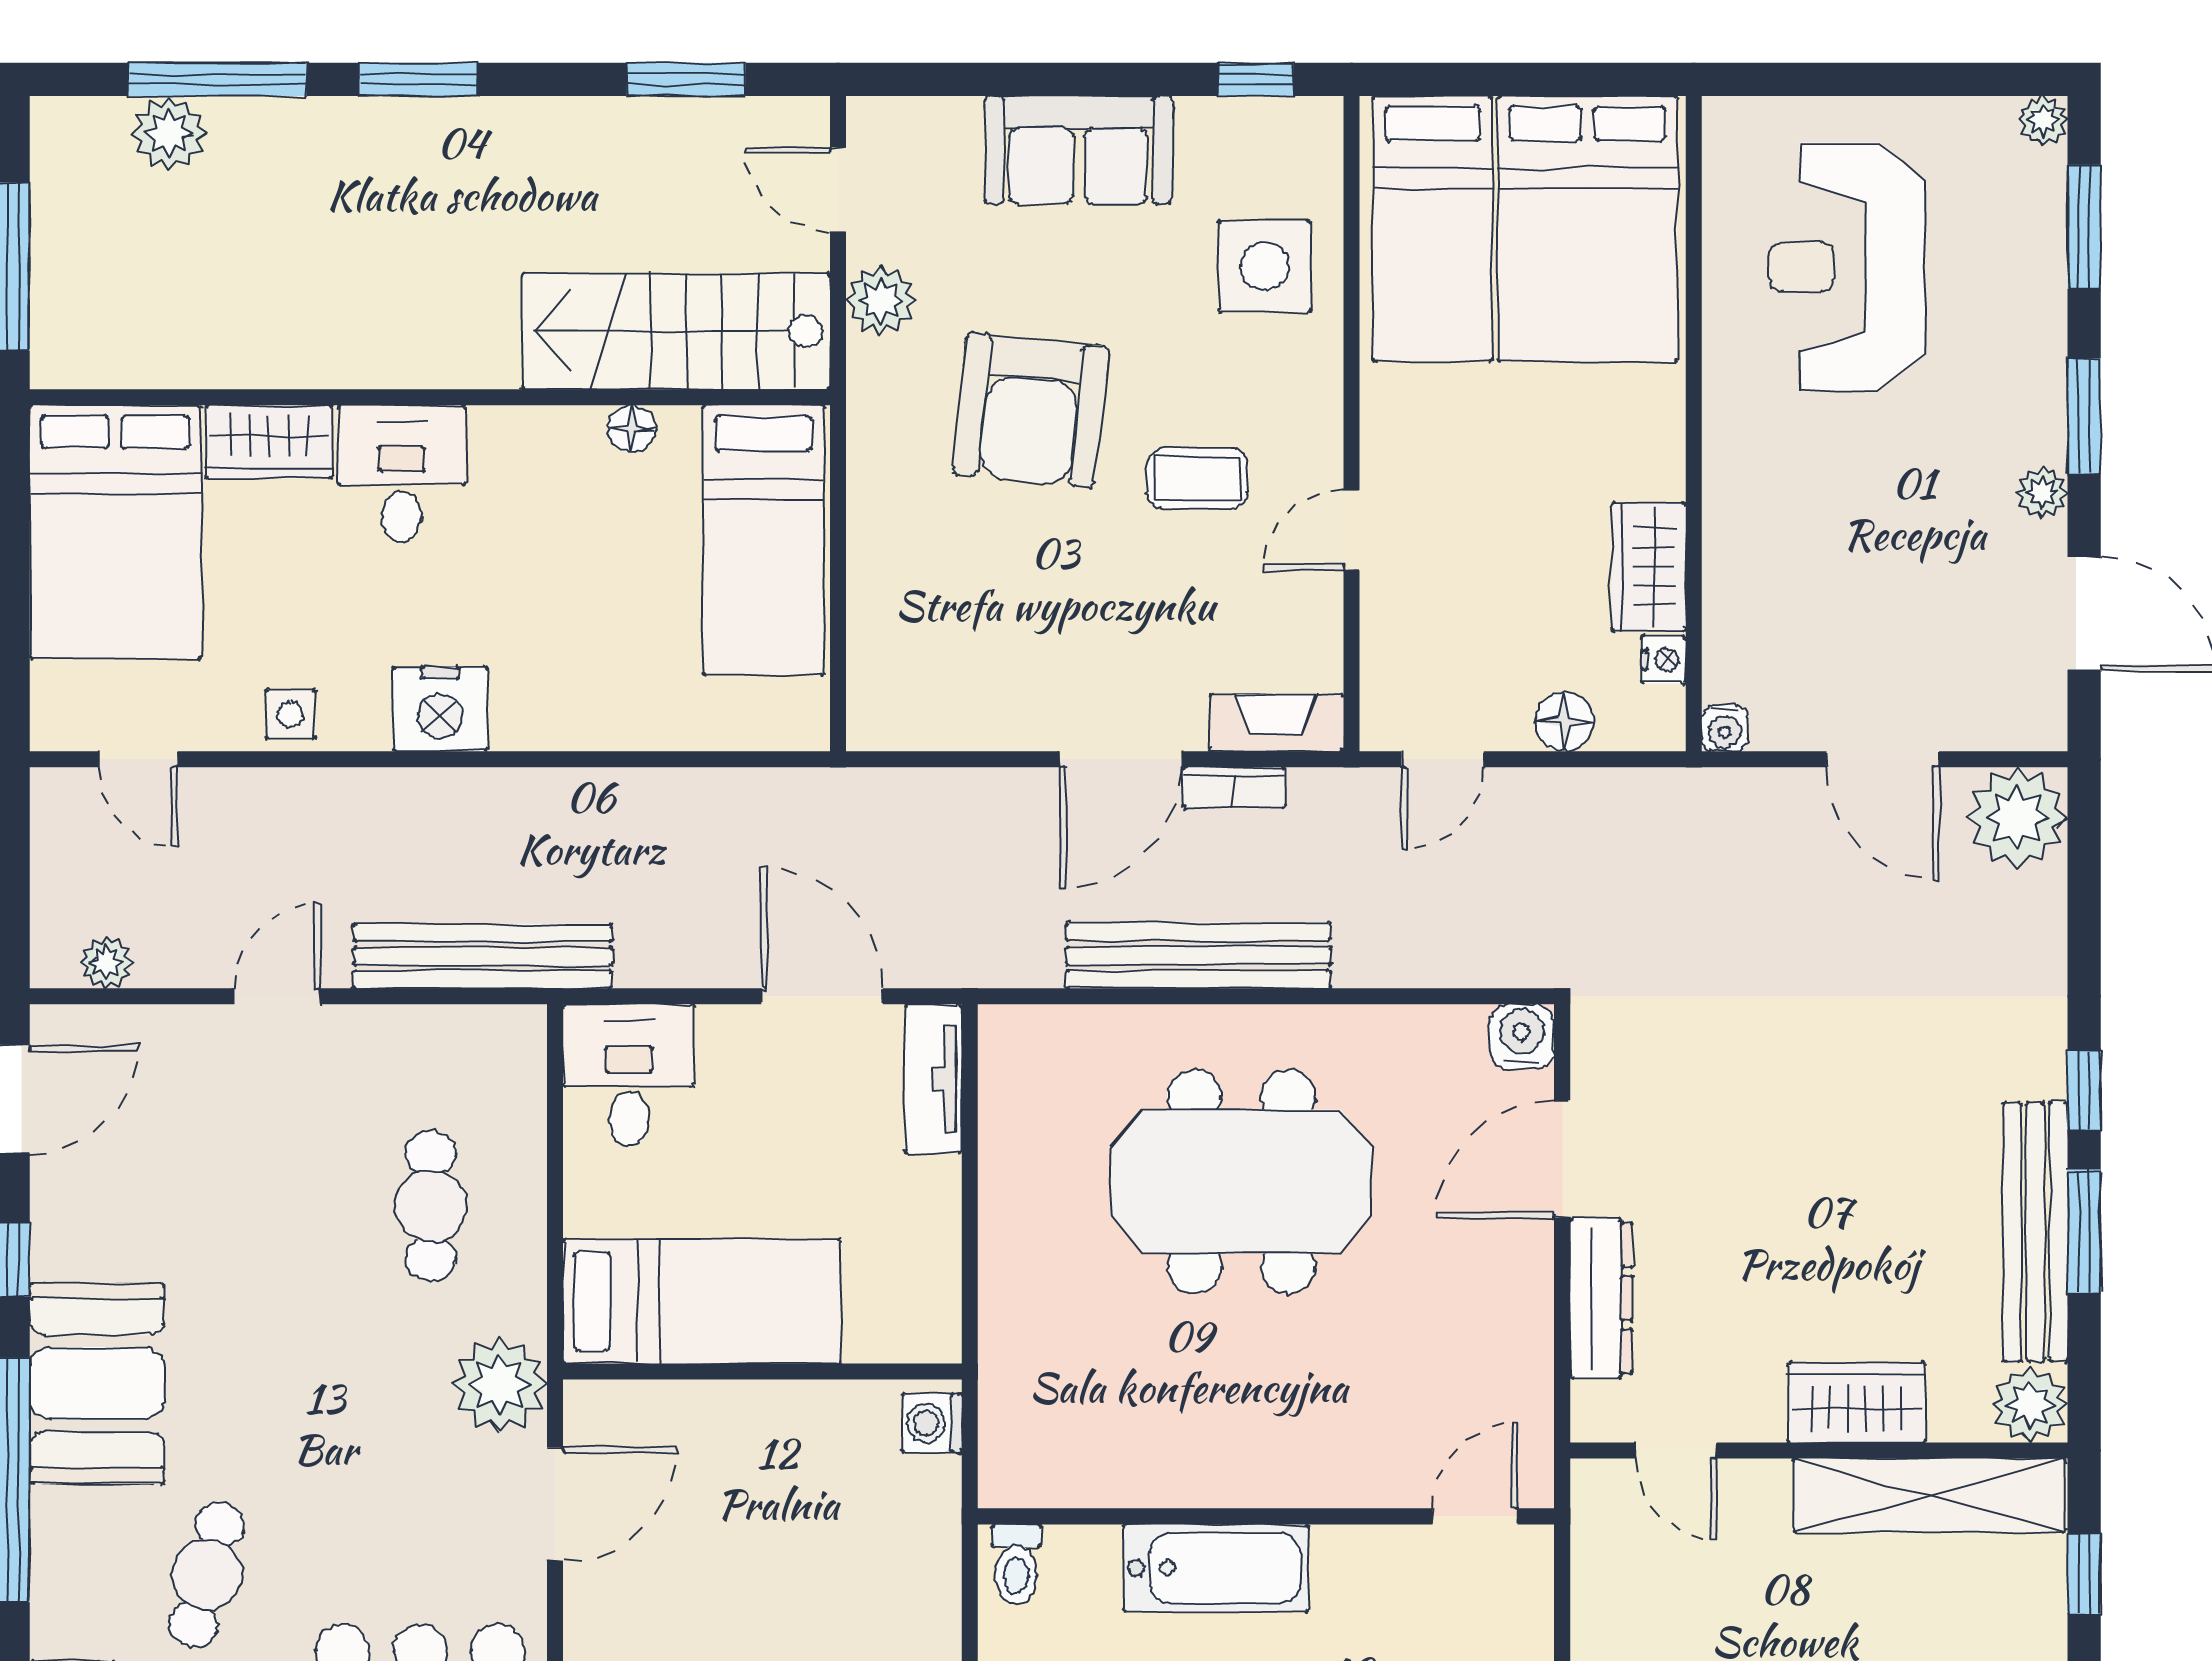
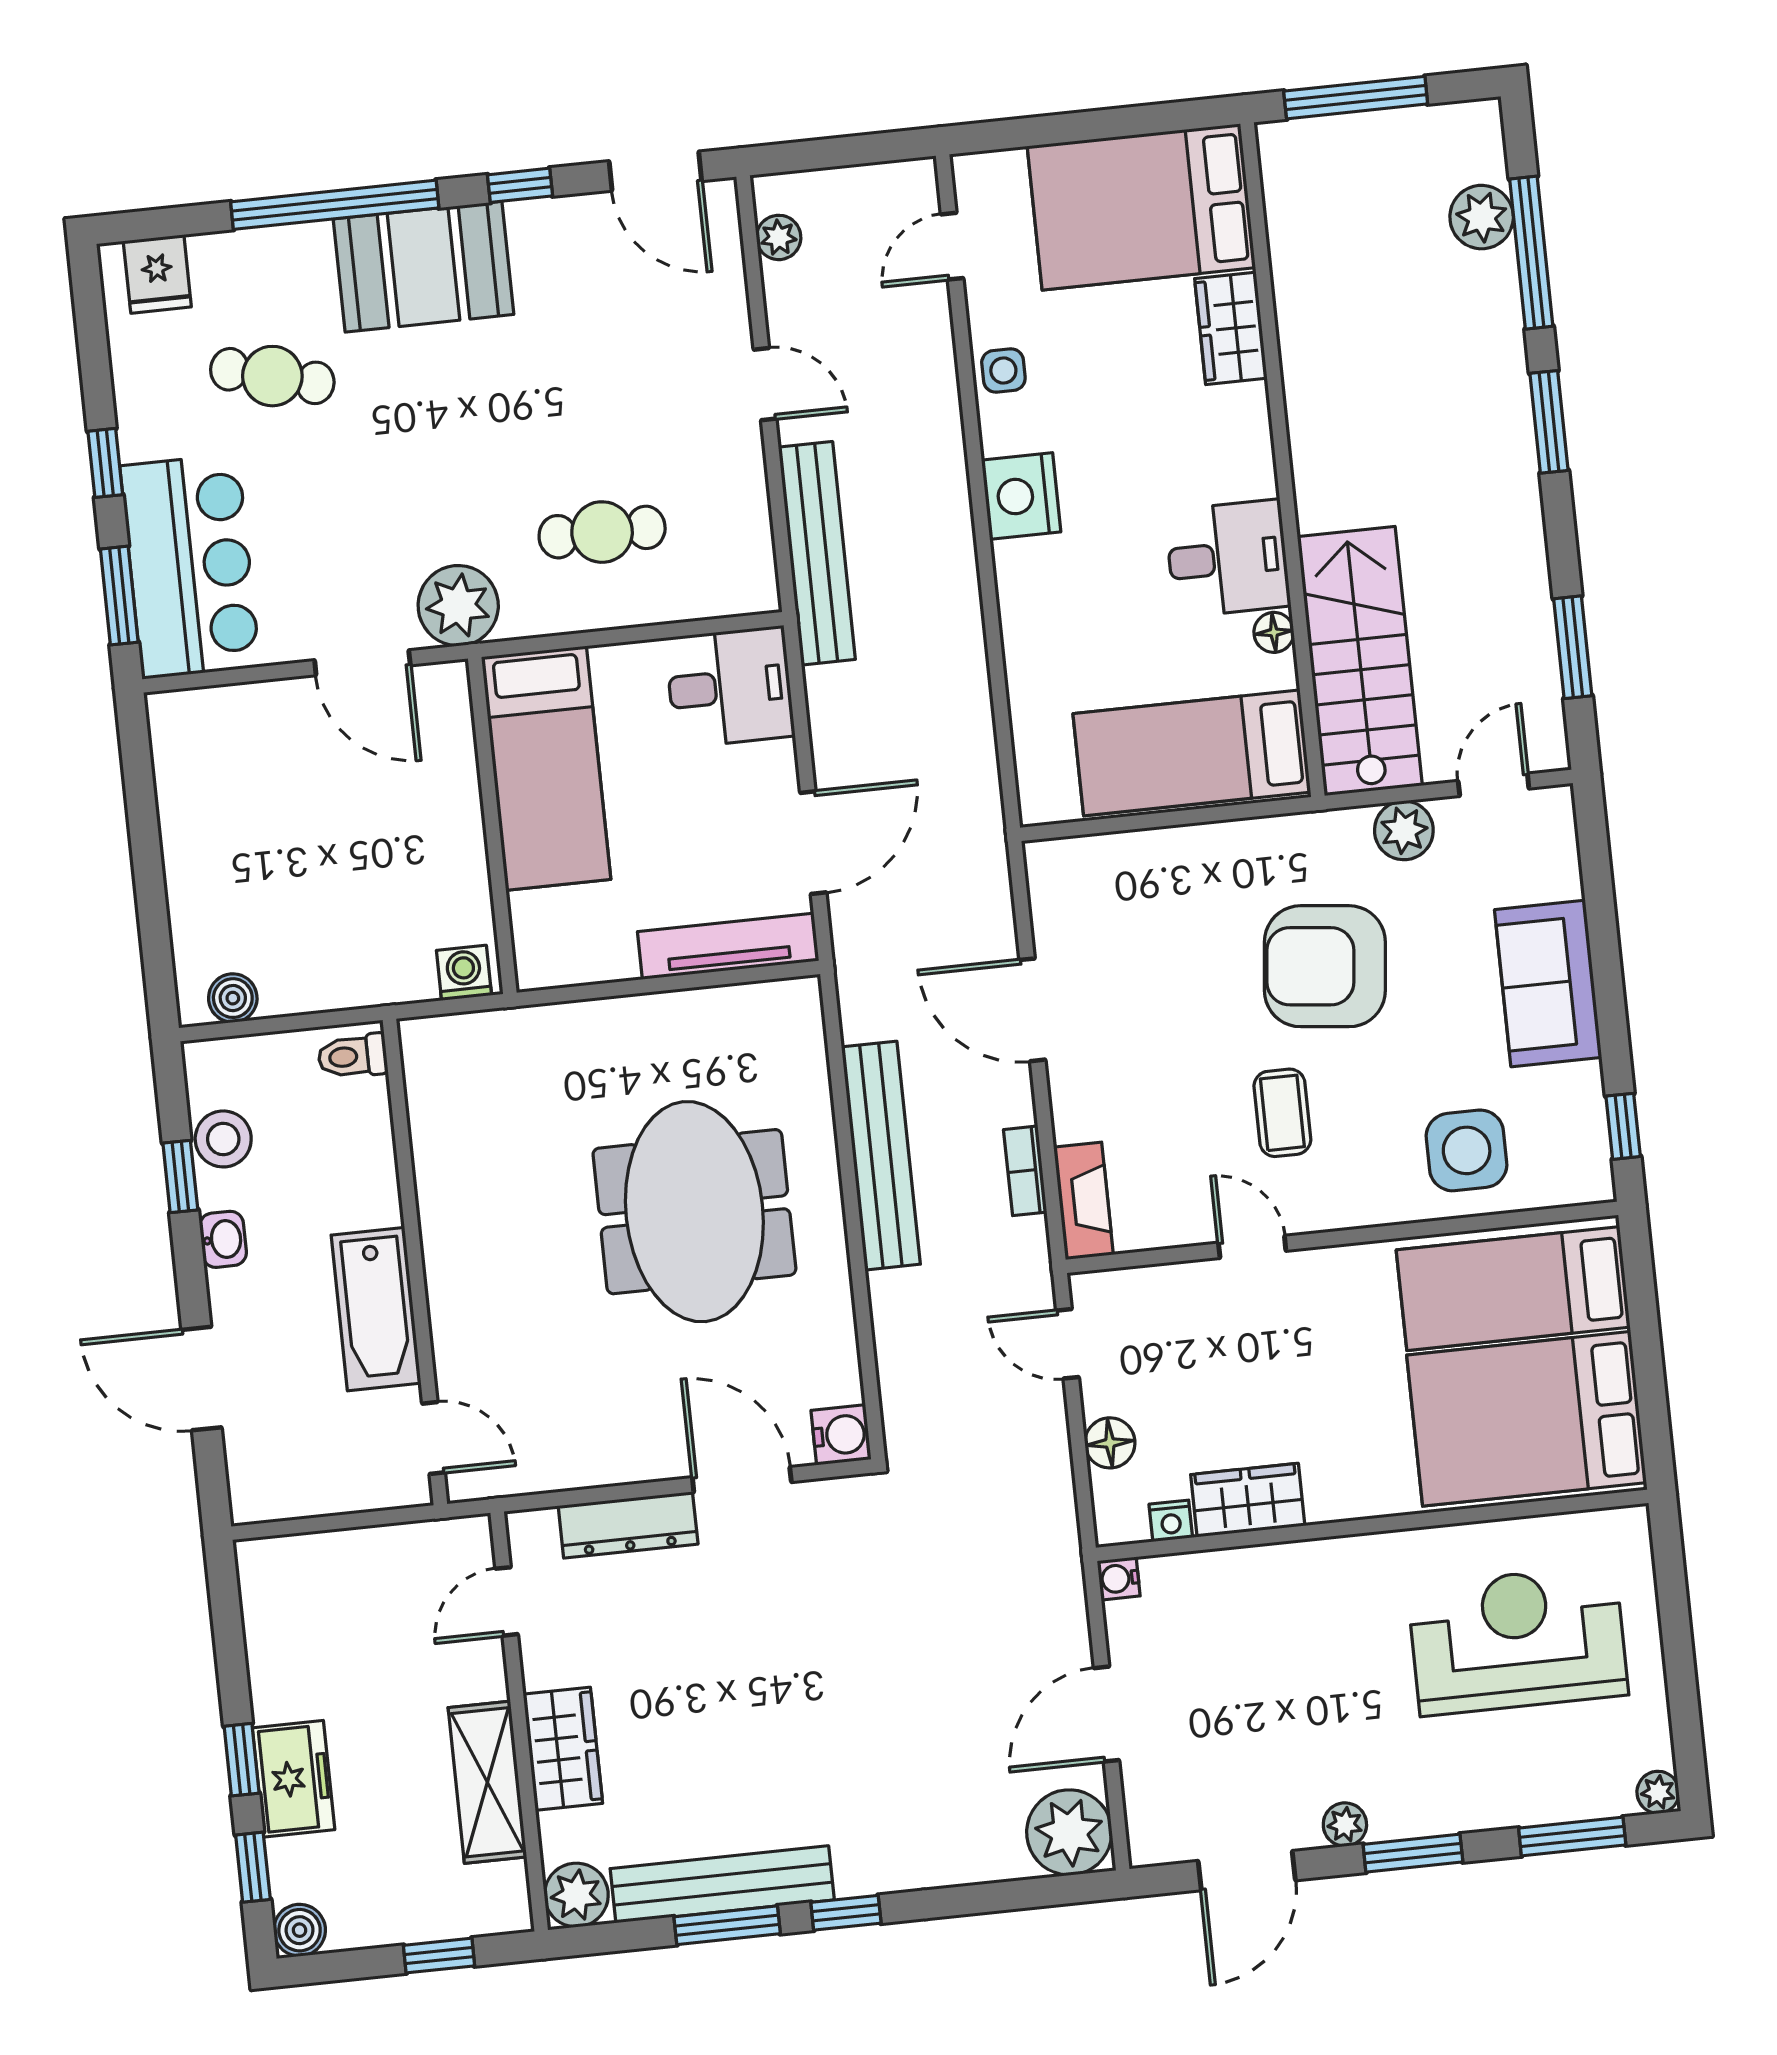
desk: (401, 474) -> (1228, 558), moved
door: (1121, 759) -> (1032, 1010), moved
tv unit: (933, 1079) -> (728, 946), width x1.41
shelving: (1930, 1495) -> (487, 1782), width x0.68
bathtub: (1216, 1568) -> (376, 1309), moved

